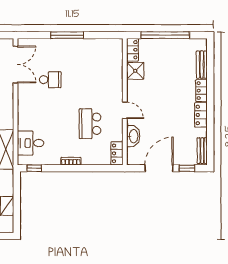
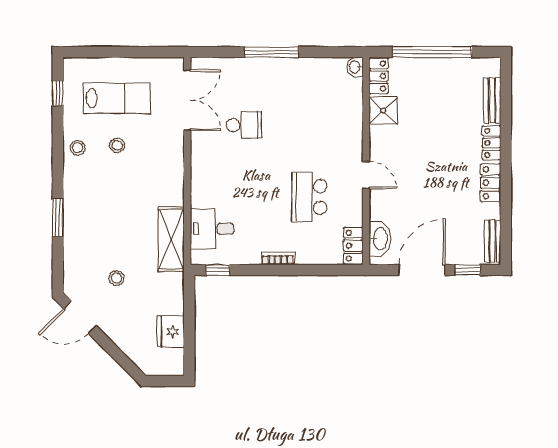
washbasin: (118, 44) -> (355, 67), added
washbasin: (133, 136) -> (380, 239), moved

